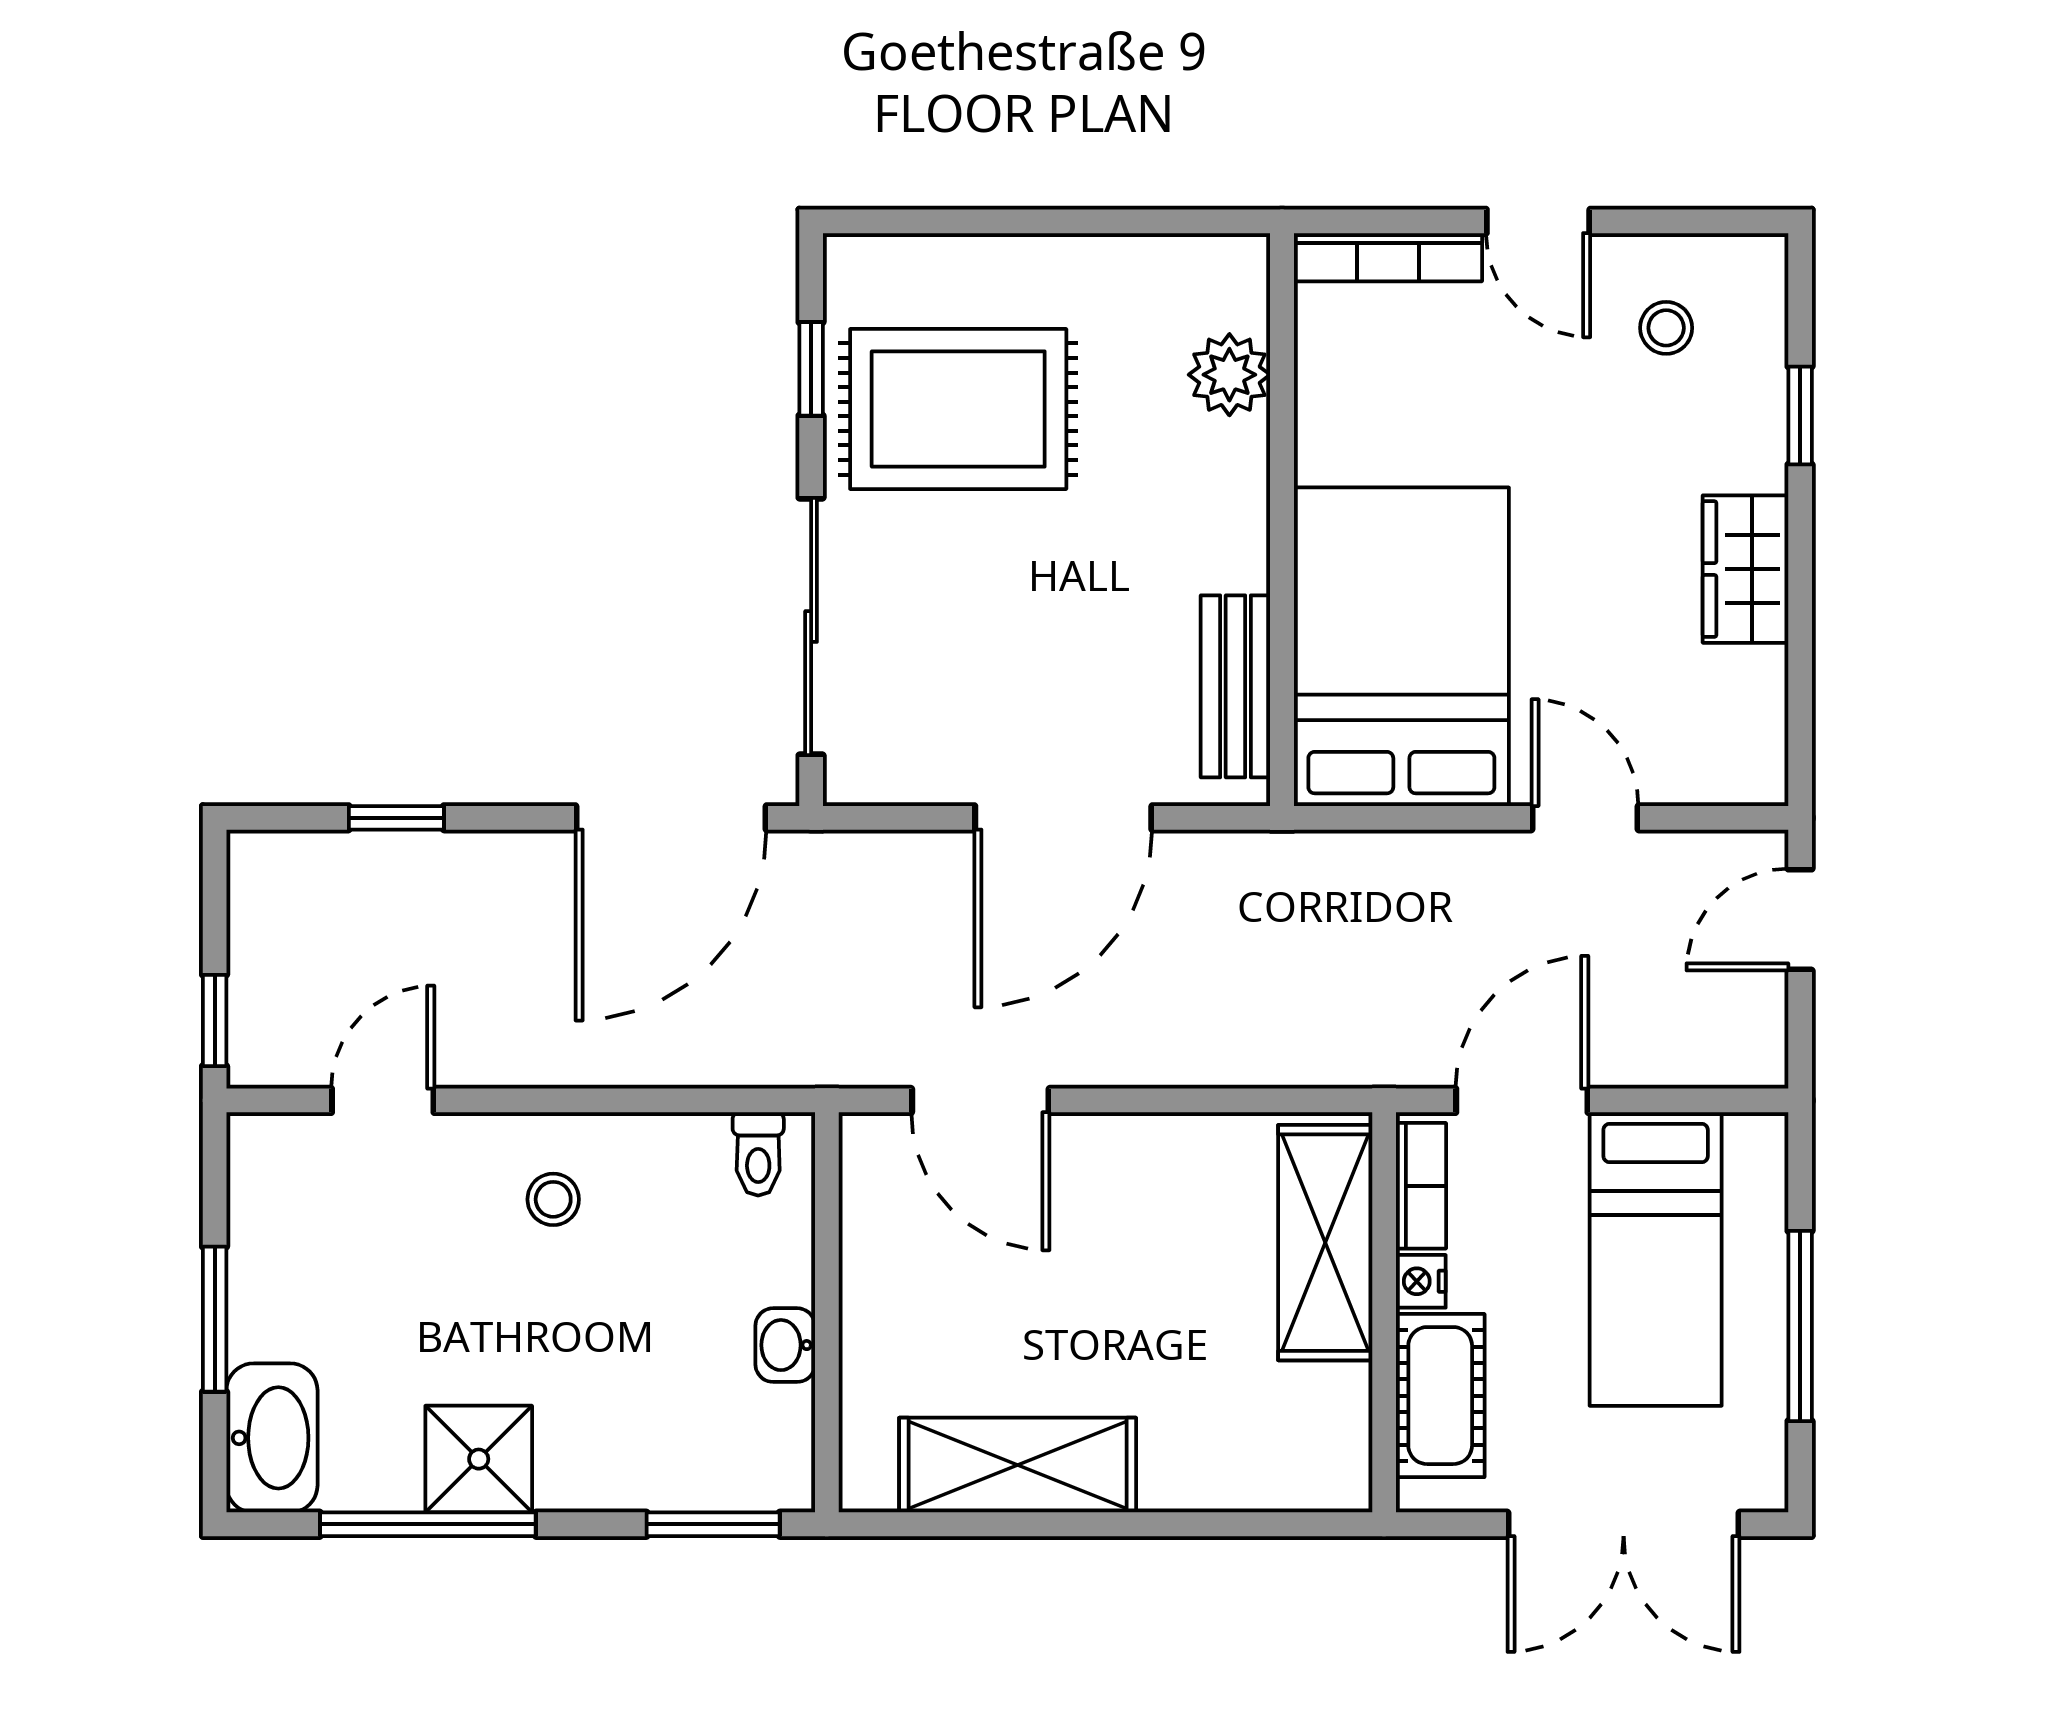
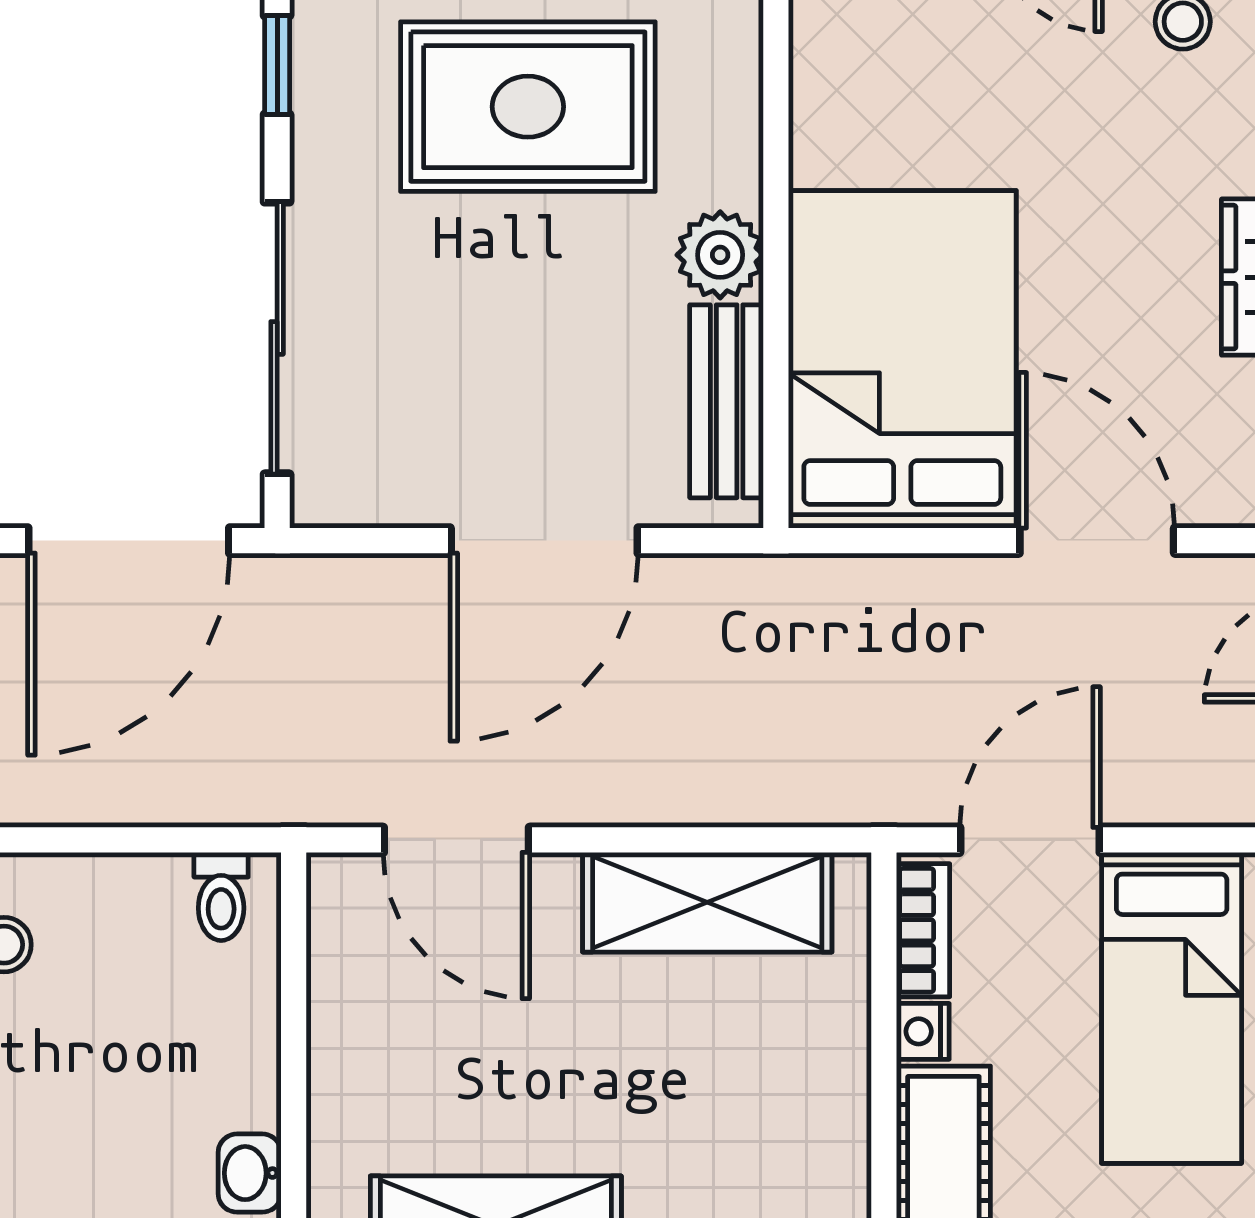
plant: (1229, 375) -> (720, 255), moved
rug: (958, 409) -> (528, 107), moved
door: (1585, 818) -> (1097, 541), width x1.38
shelving: (1325, 1243) -> (707, 902), moved, turned 90
washbasin: (785, 1345) -> (250, 1173), moved

